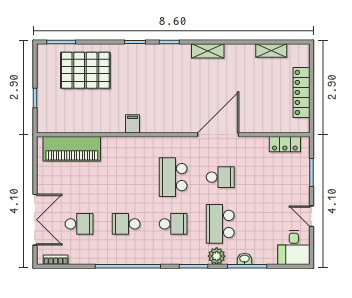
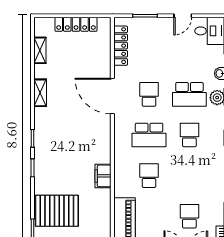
shelving: (208, 51) -> (40, 93), moved
pallet: (85, 70) -> (57, 211), turned 90
filing cabinet: (133, 124) -> (103, 176), width x2.00
locker: (285, 144) -> (121, 46), width x1.53
school desk: (126, 224) -> (149, 176), moved, turned 180

